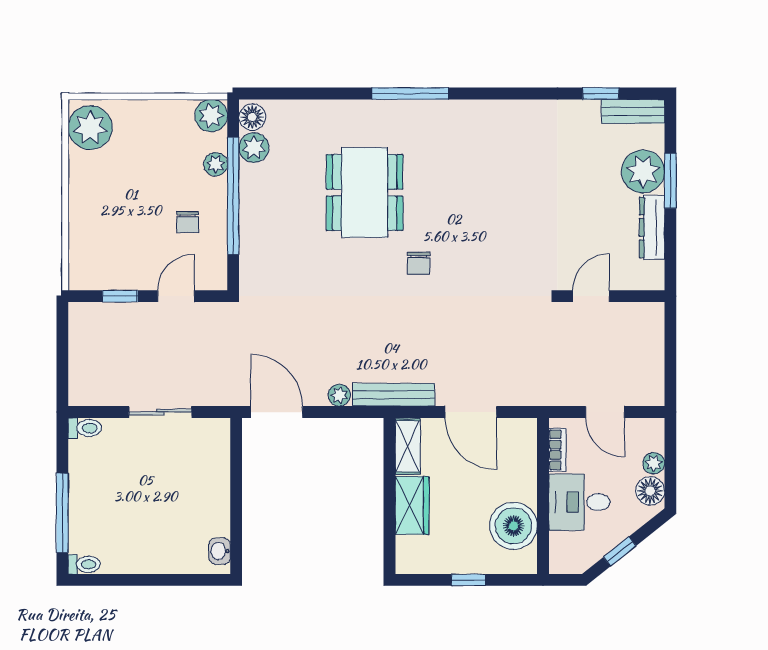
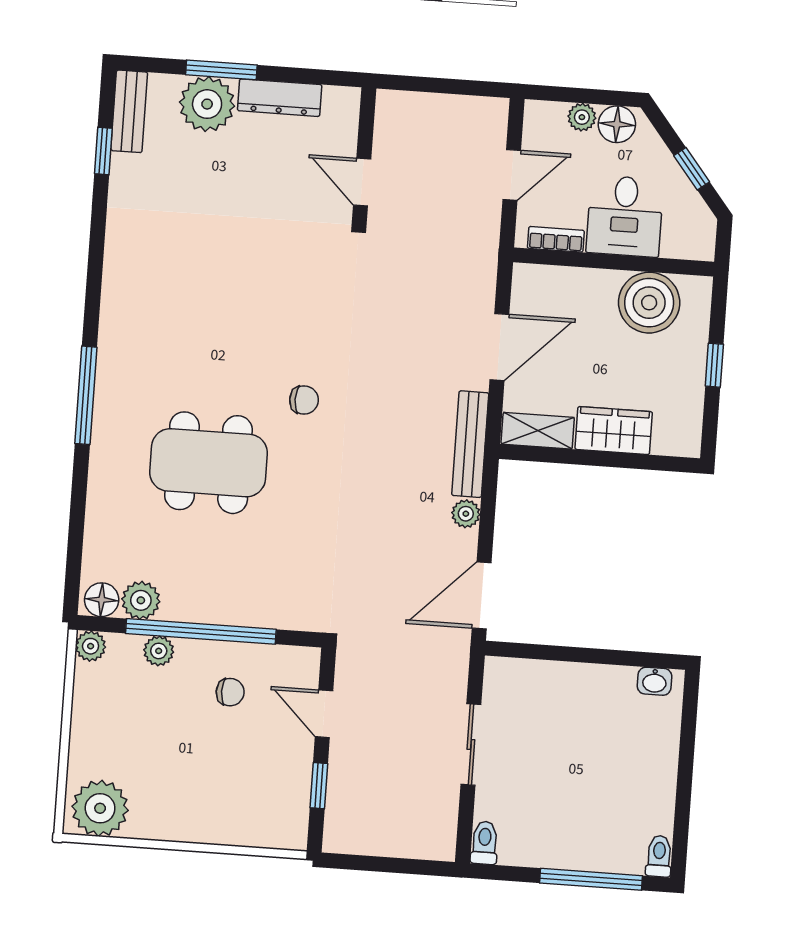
plant: (211, 116) -> (91, 646), width x0.73, depth x0.73

